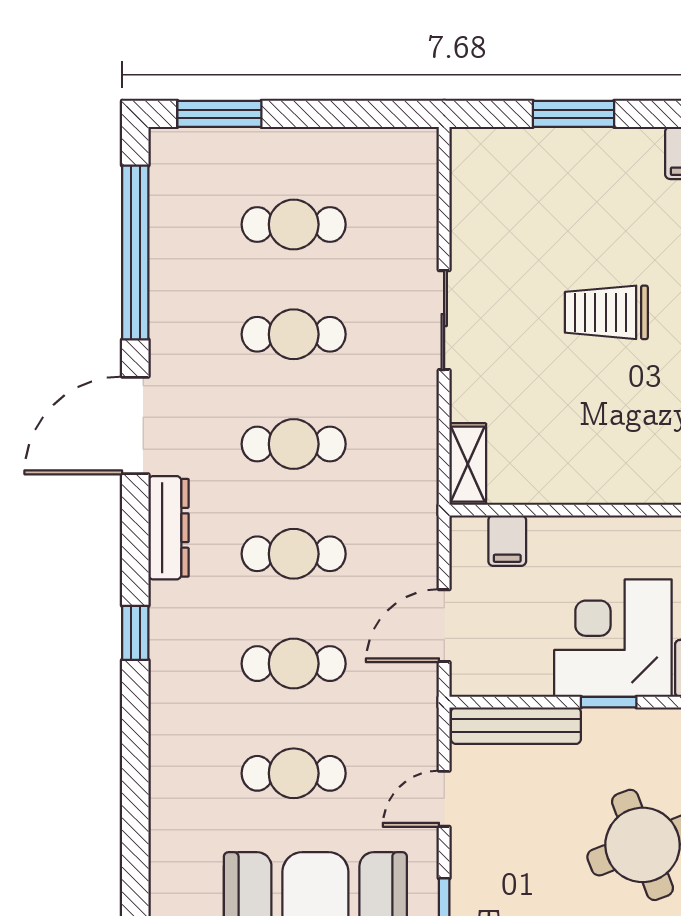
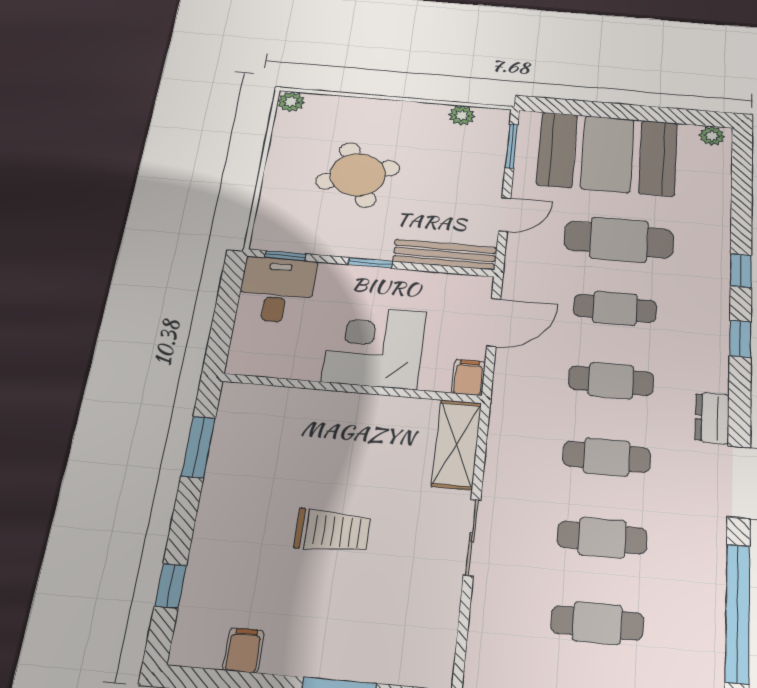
shelving: (468, 464) -> (457, 444), width x1.50, depth x1.33
dresser: (169, 528) -> (712, 418), width x0.70
filing cabinet: (507, 541) -> (468, 377), moved
corner desk: (613, 638) -> (374, 347), moved, turned 180
window: (135, 740) -> (741, 271), added
cafe table: (294, 773) -> (619, 240), width x1.37, depth x1.35

